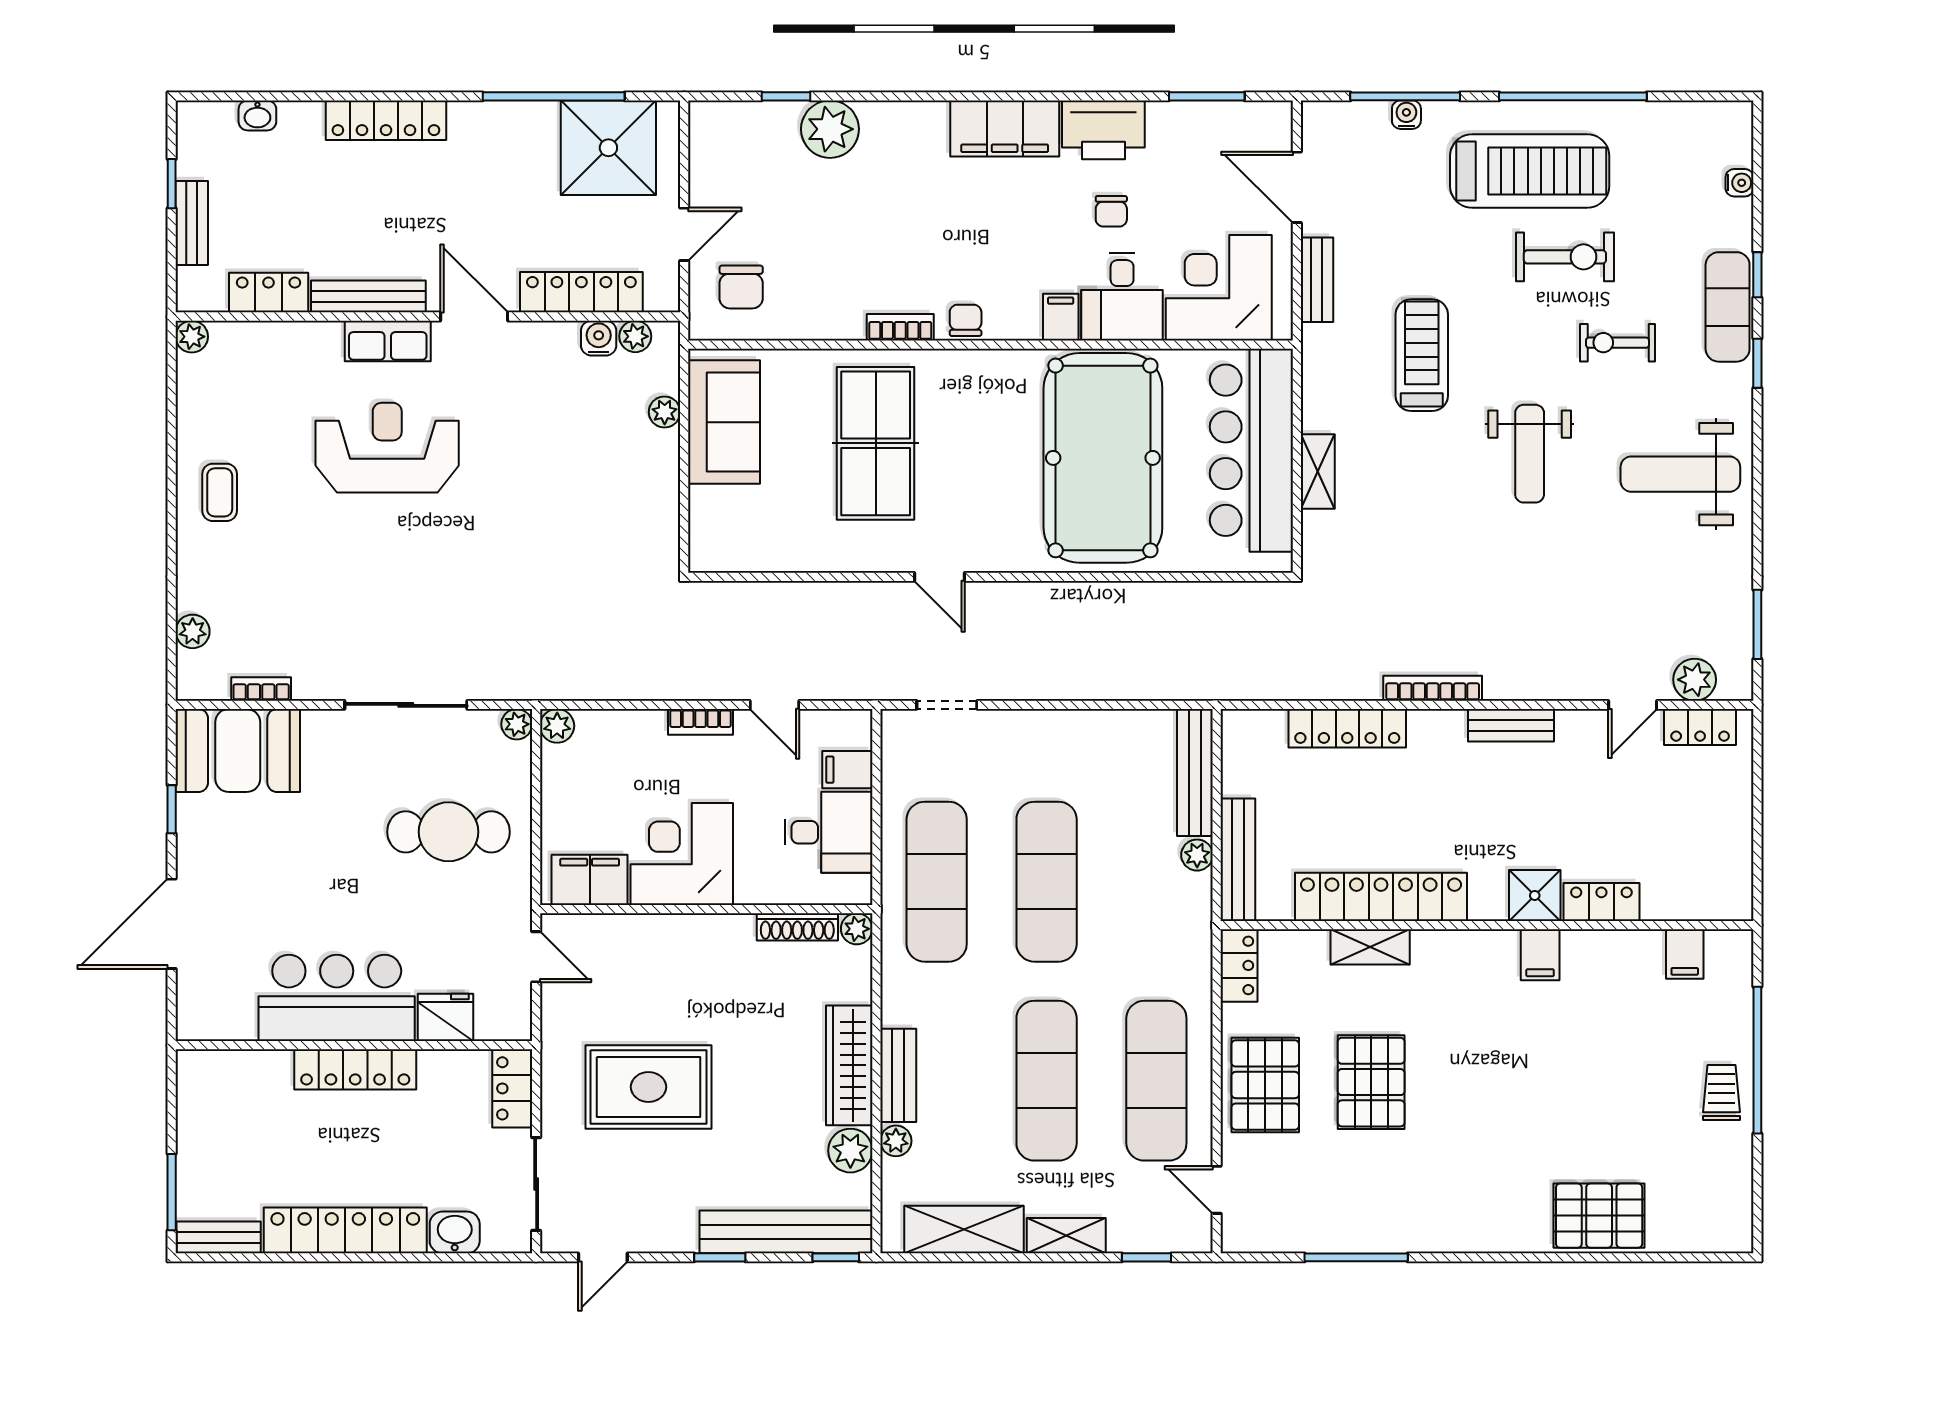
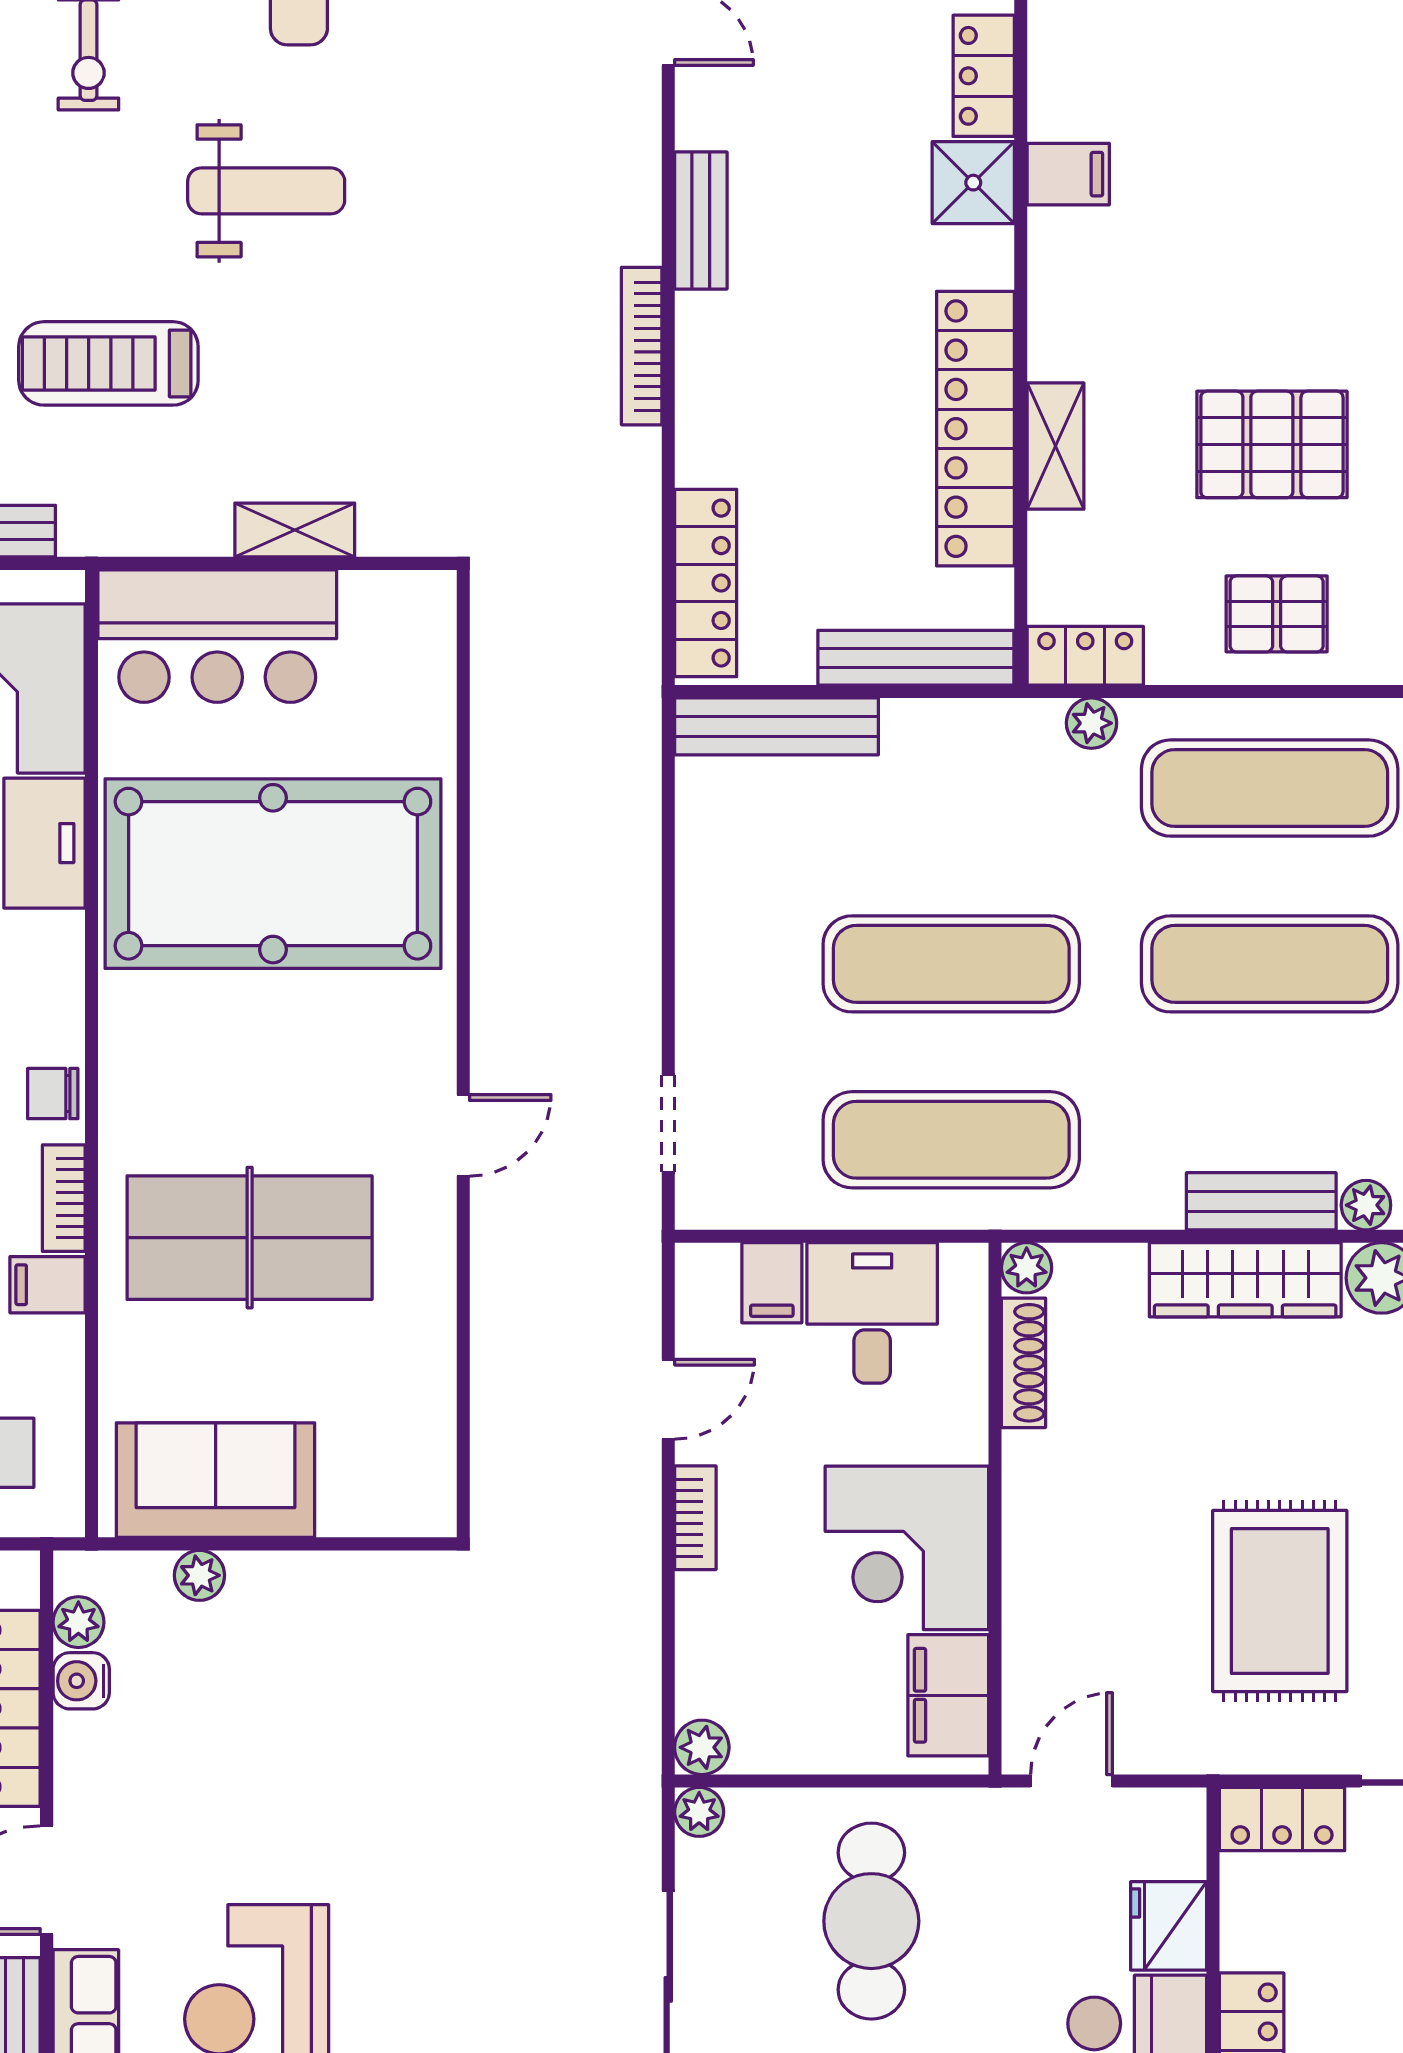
filing cabinet: (1061, 317) -> (48, 1285), moved
bar counter: (1251, 450) -> (217, 636), width x0.73
locker: (1347, 728) -> (706, 583), moved
plant: (1197, 855) -> (1091, 723), moved
pallet: (1265, 1085) -> (1277, 614), width x0.67, depth x0.71

